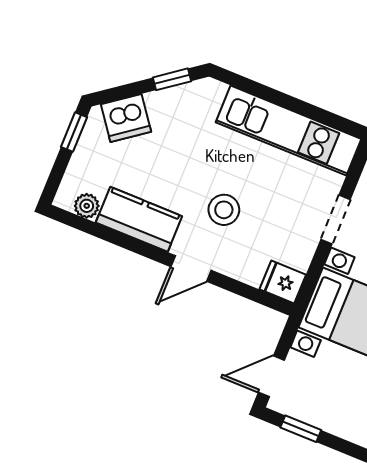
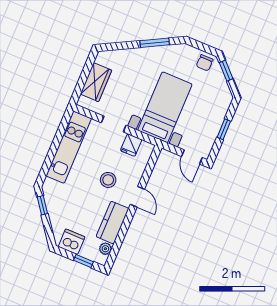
dishwasher: (126, 118) -> (72, 242), moved, turned -53
window: (74, 132) -> (83, 261), moved
fridge: (283, 282) -> (131, 145), moved
window: (301, 429) -> (224, 129), moved

